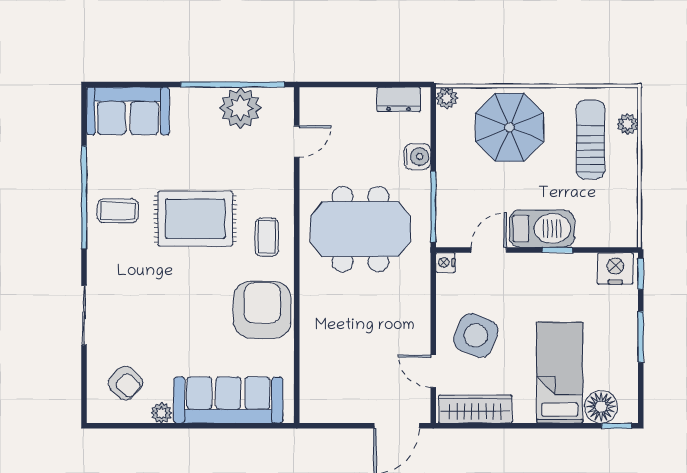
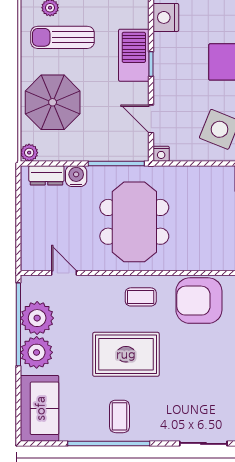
dresser: (399, 99) -> (46, 175), moved, turned 90
plant: (198, 107) -> (37, 352), added
rug: (195, 219) -> (126, 354), turned 90
barbecue: (542, 229) -> (134, 55), moved

